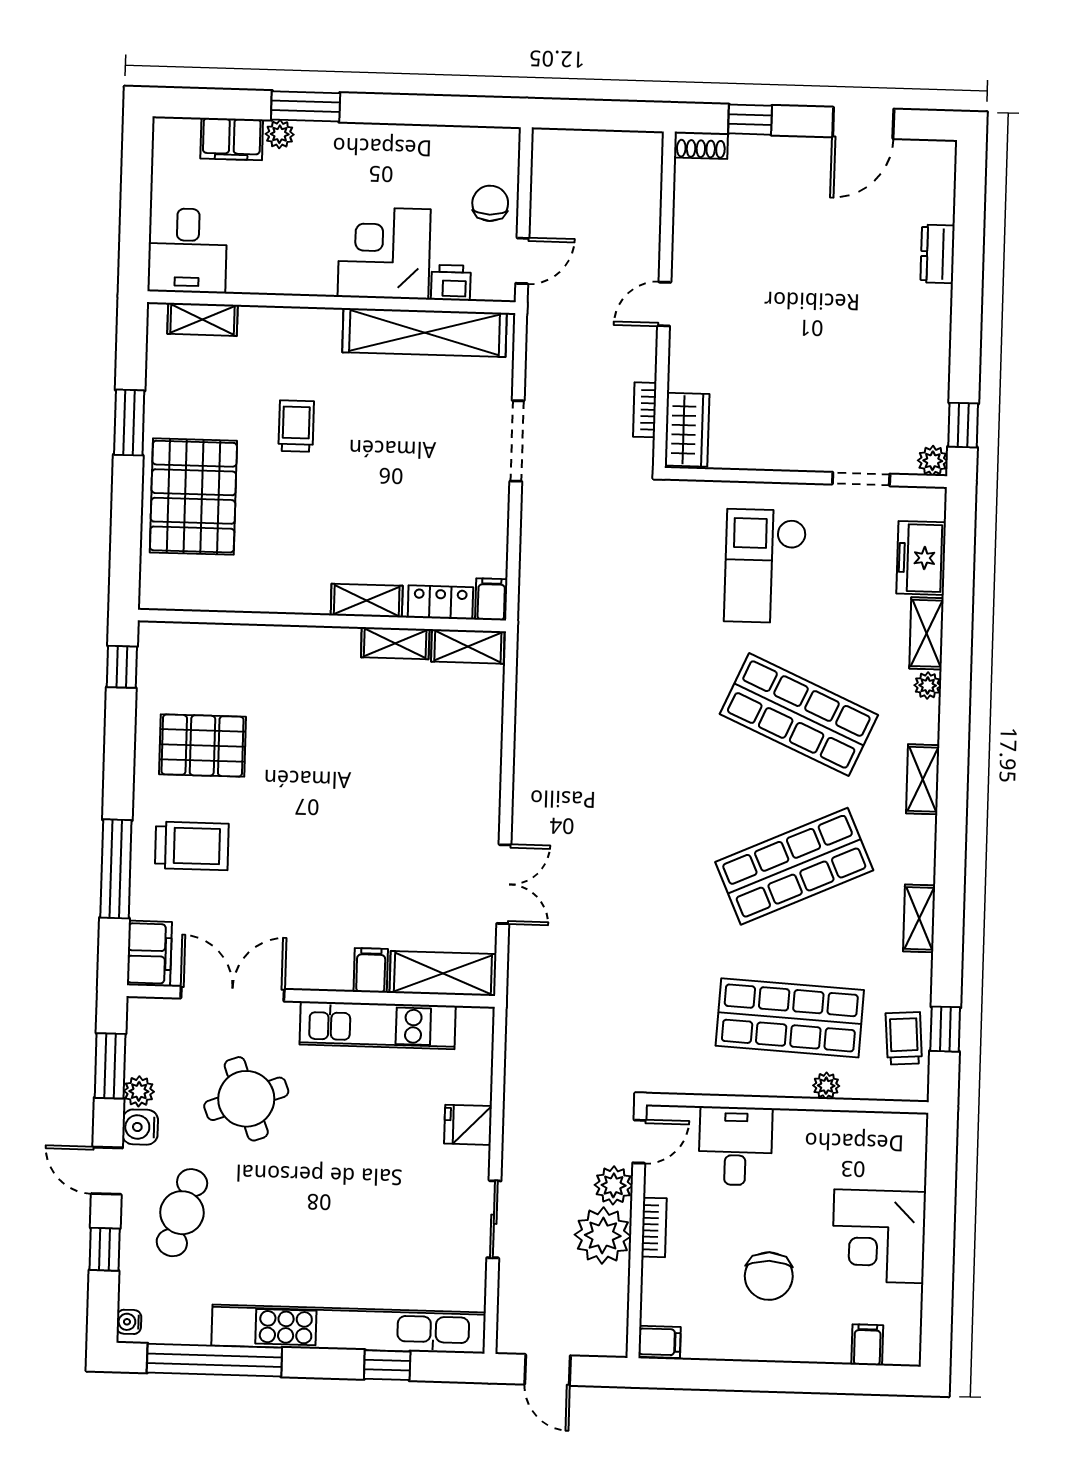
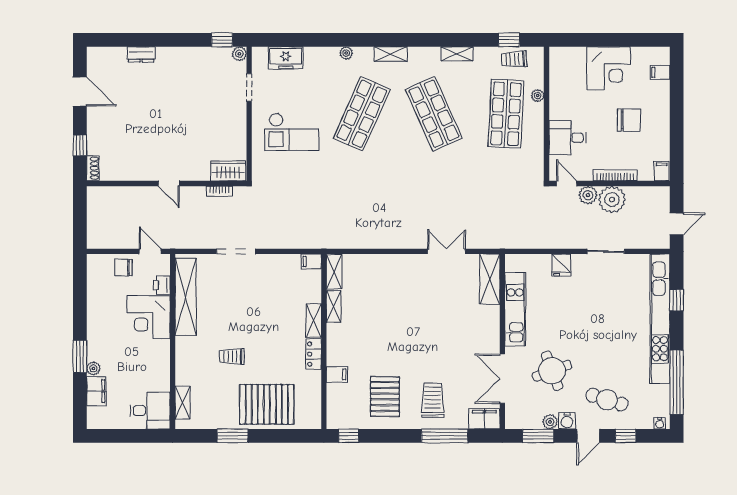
locker: (440, 602) -> (314, 354), moved
shelving: (926, 633) -> (321, 54), removed
filing cabinet: (371, 970) -> (337, 374), moved, turned 180
bookcase: (654, 1227) -> (615, 175), width x1.56

